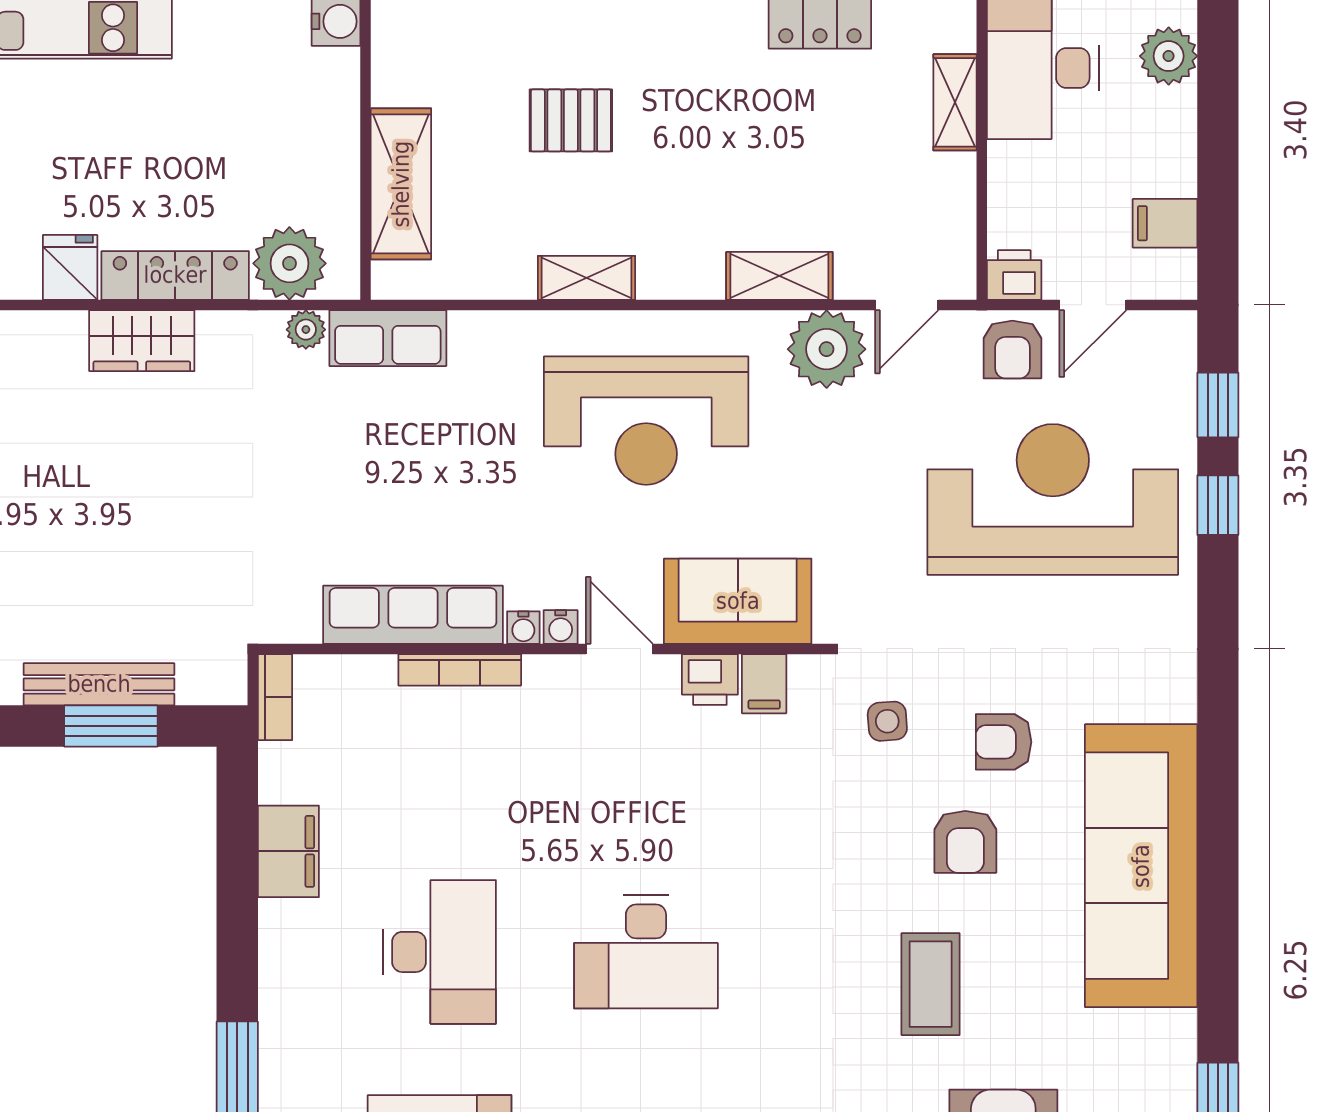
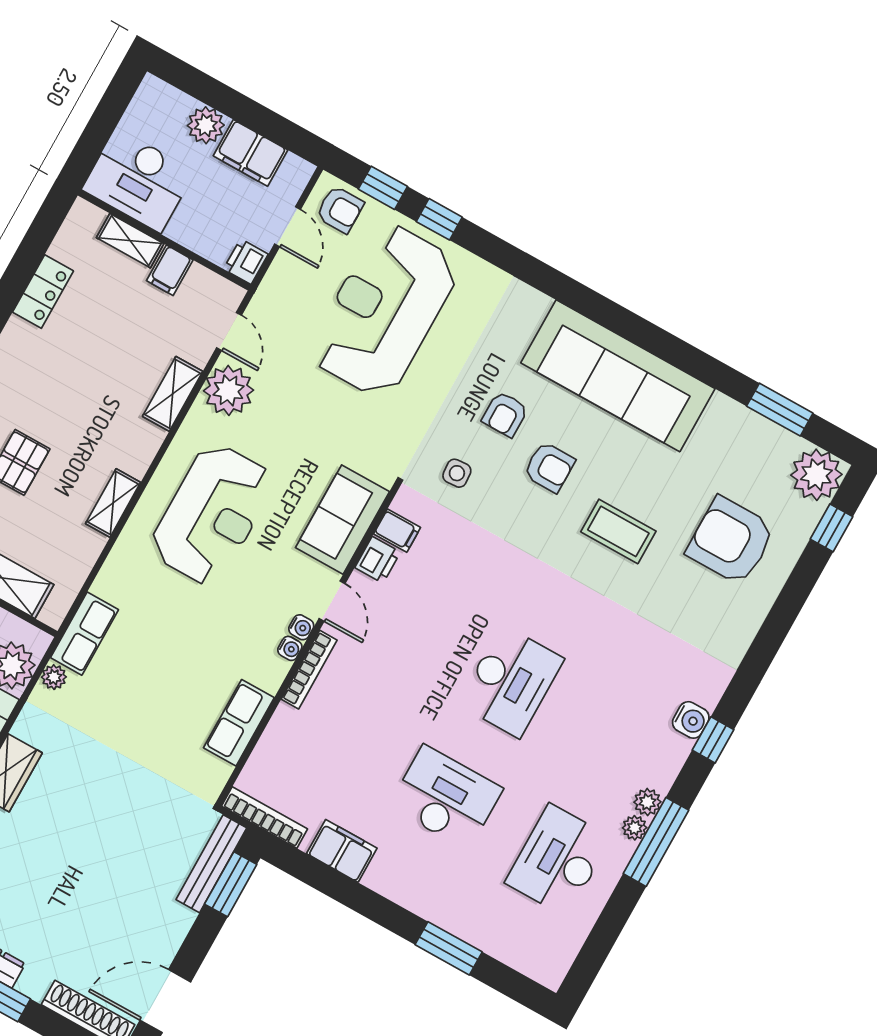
plant: (1169, 56) -> (206, 125), moved
filing cabinet: (945, 178) -> (170, 270), added
filing cabinet: (1165, 223) -> (250, 153), width x2.00
armchair: (1012, 350) -> (340, 209), moved
row of seats: (413, 615) -> (239, 723), width x0.68
door: (619, 649) -> (332, 601), swing flipped
bookcase: (460, 670) -> (309, 670), moved
bench: (99, 684) -> (211, 864), moved
bookcase: (275, 697) -> (265, 818), width x1.56
window: (111, 726) -> (231, 884), moved

